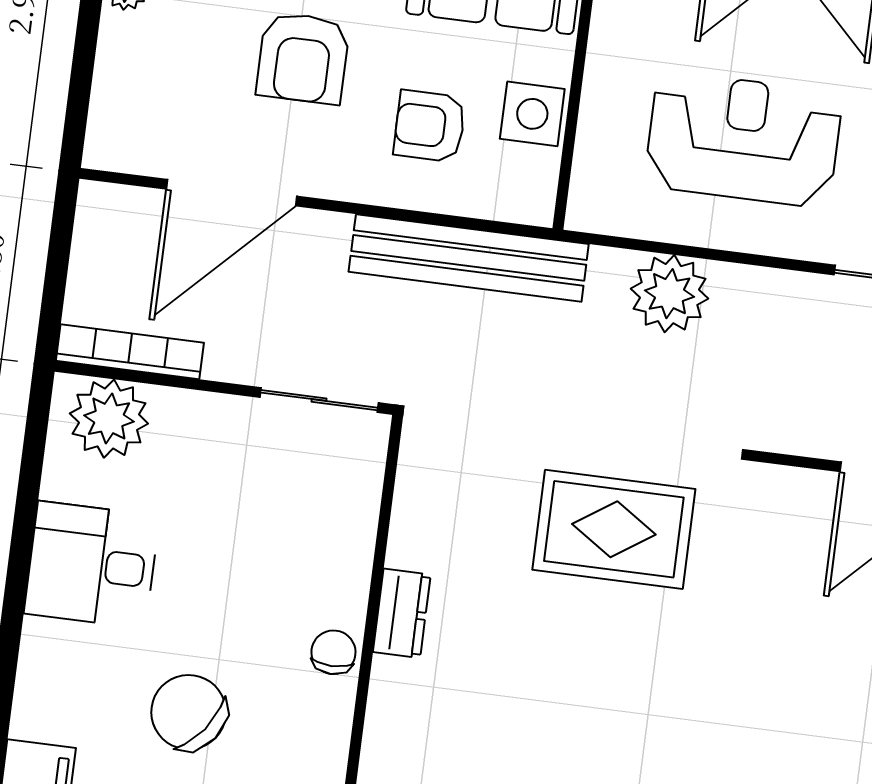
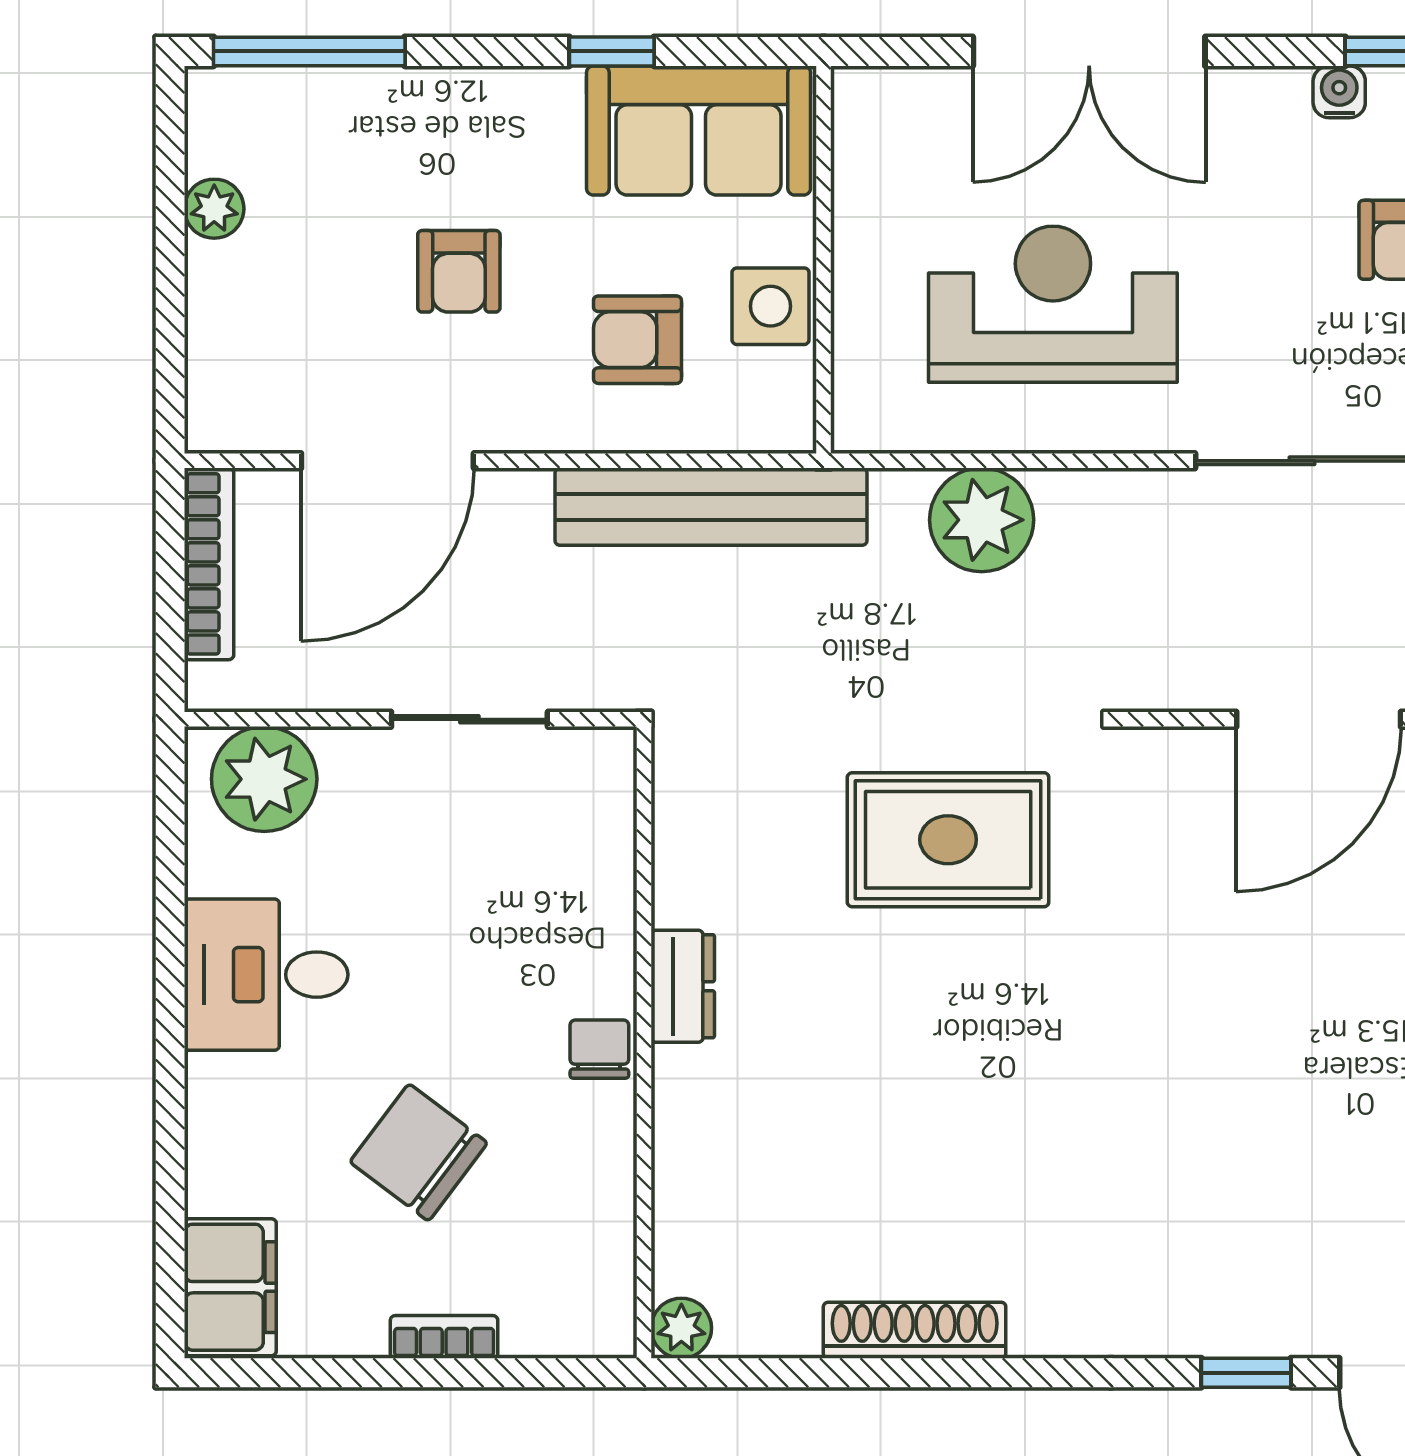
armchair: (303, 58) -> (459, 271), width x0.72, depth x0.72
bookcase: (130, 352) -> (209, 564), moved, turned 90
sliding door: (319, 400) -> (469, 719), moved

